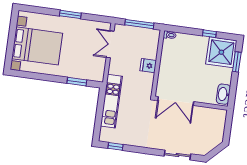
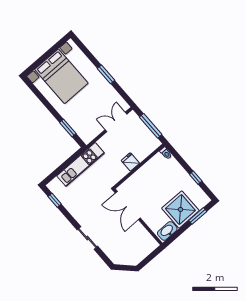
shower: (221, 52) -> (180, 209), moved
sliding door: (177, 155) -> (87, 238), moved

